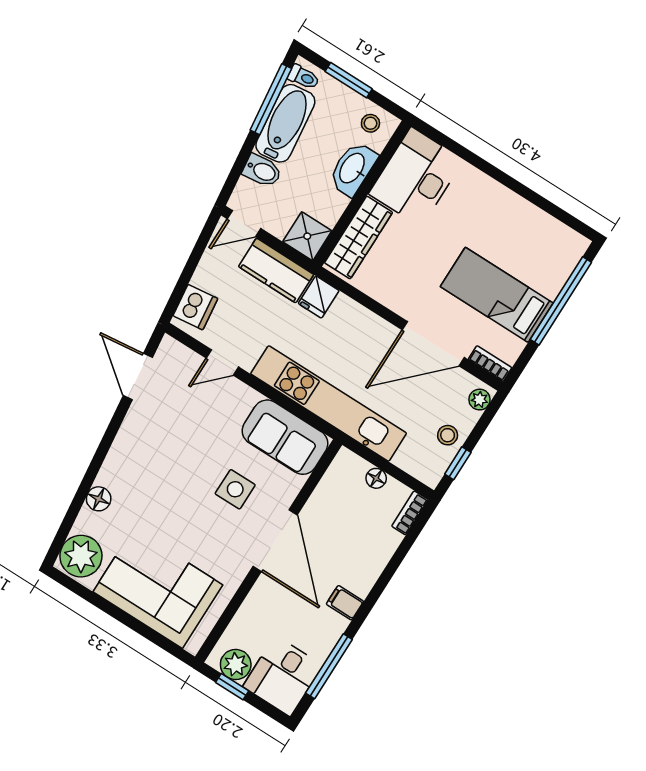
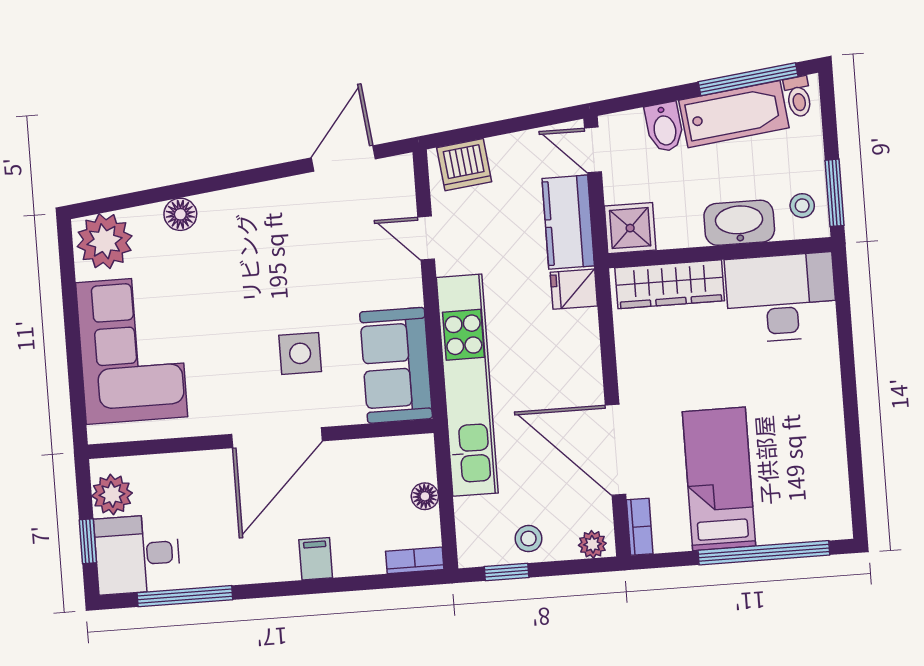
window: (349, 80) -> (835, 193), moved
filing cabinet: (345, 603) -> (316, 559), moved
window: (232, 687) -> (88, 541), moved

